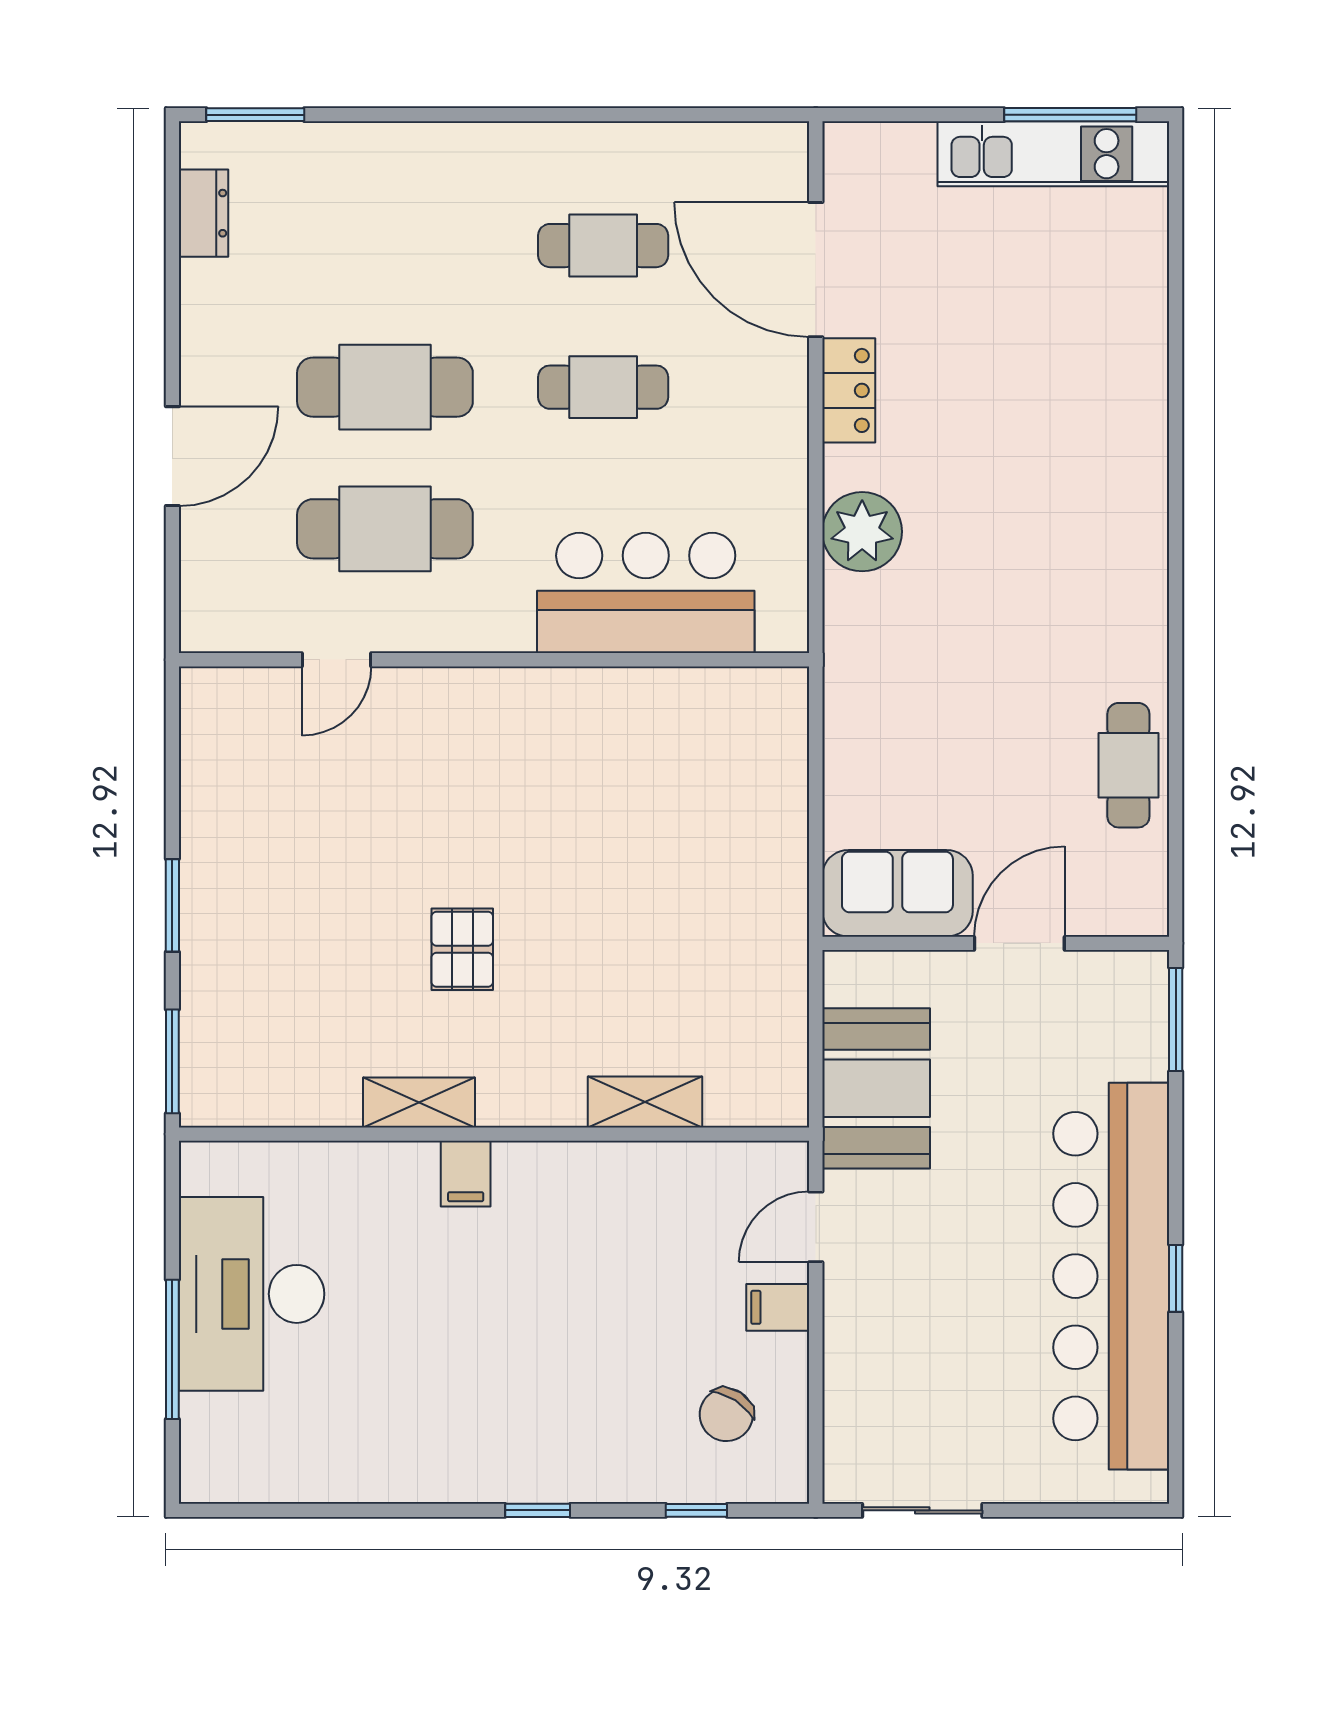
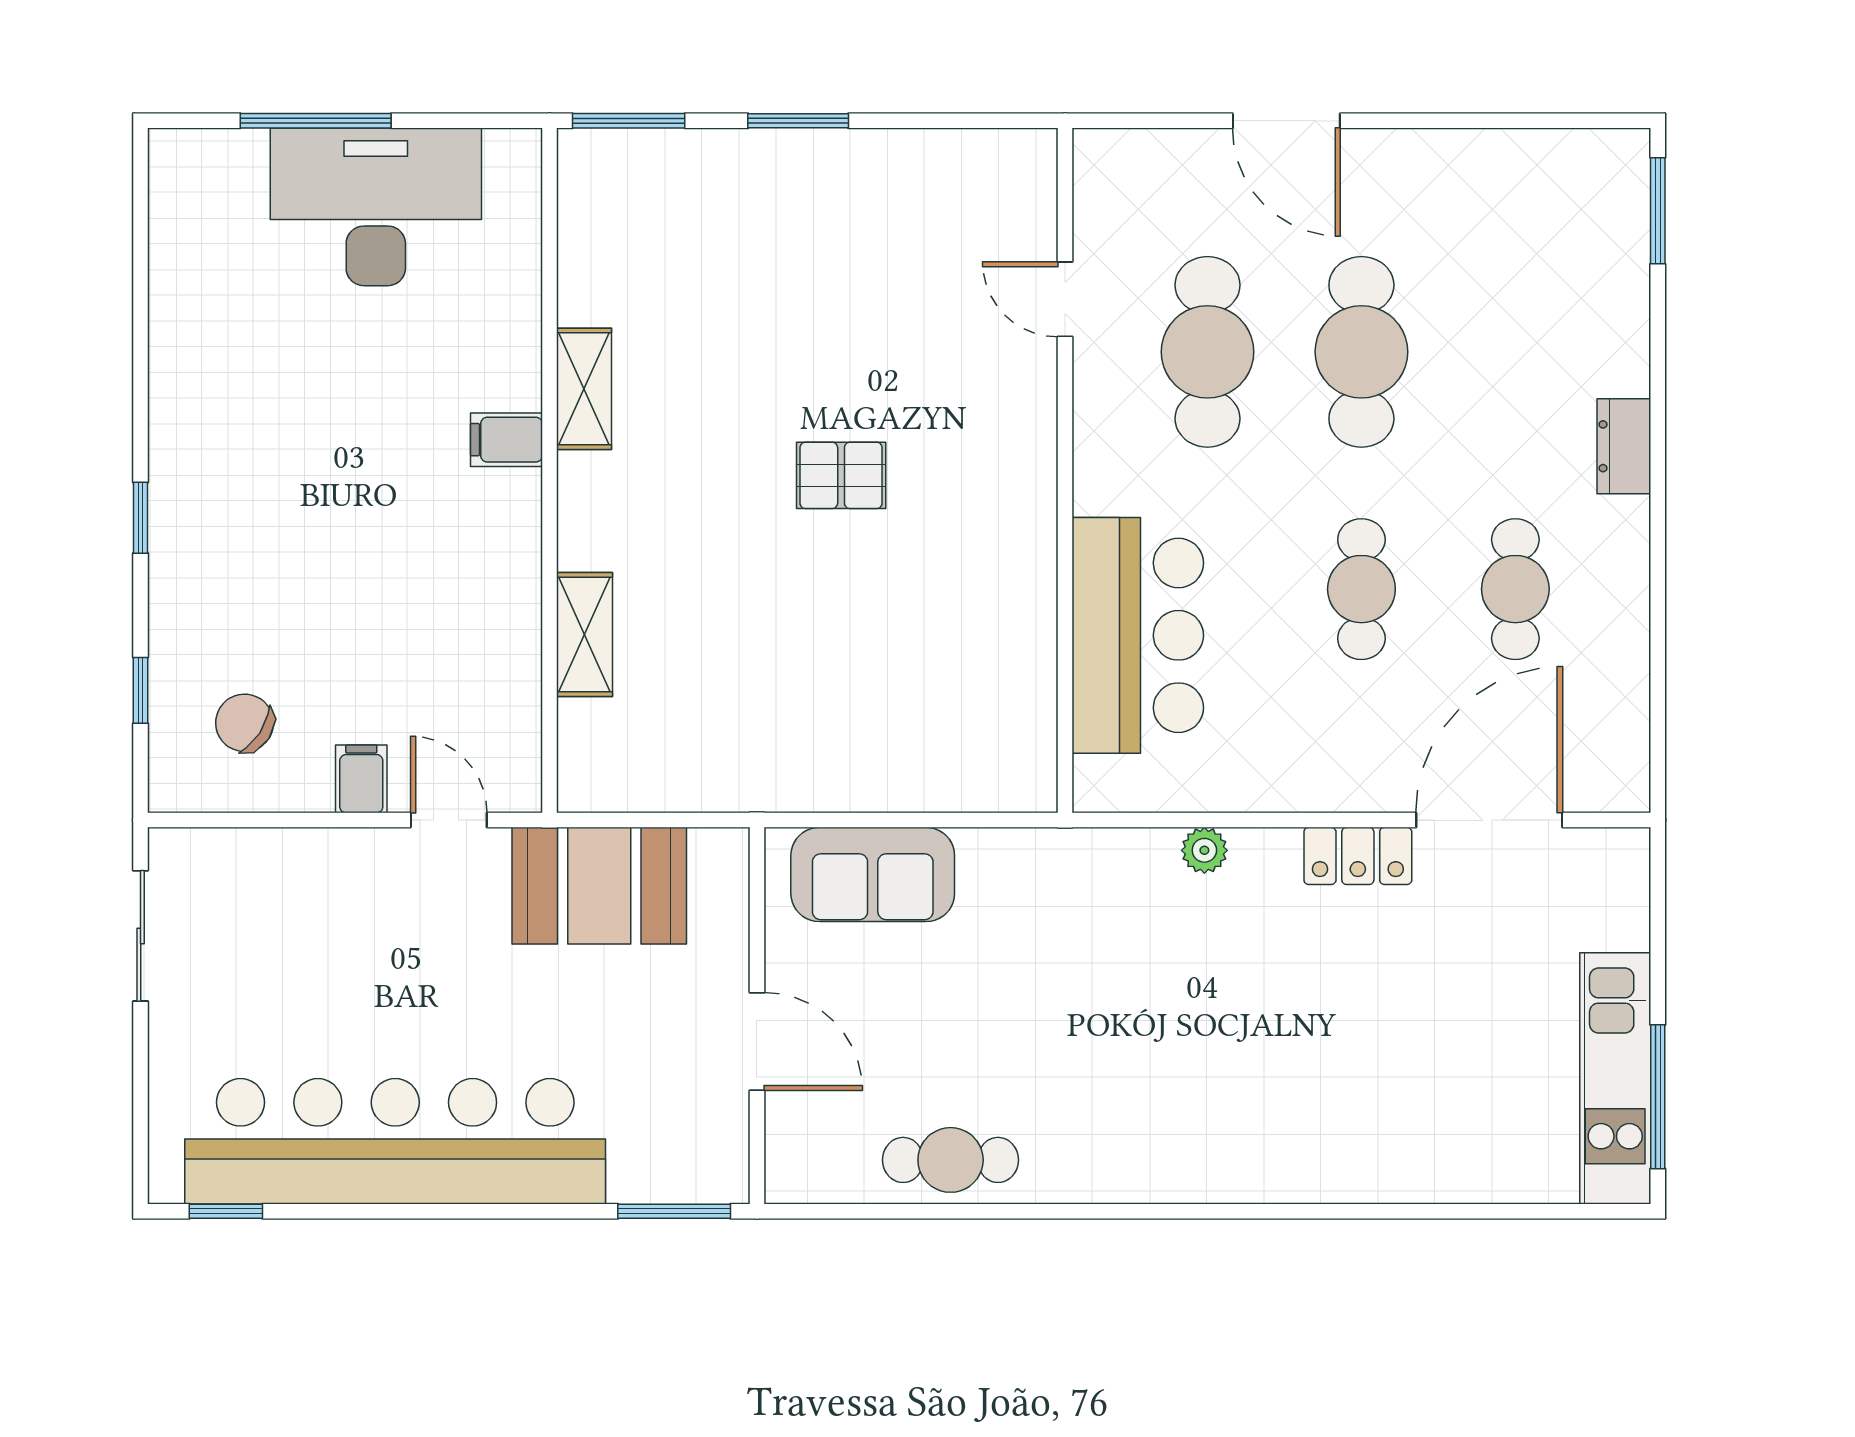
dresser: (203, 213) -> (1624, 446), moved, turned 90
plant: (862, 532) -> (1204, 850), width x0.53, depth x0.53
sofa: (897, 893) -> (873, 874), moved, turned 90
pallet: (462, 949) -> (841, 475), moved
window: (1176, 1278) -> (226, 1211), moved

